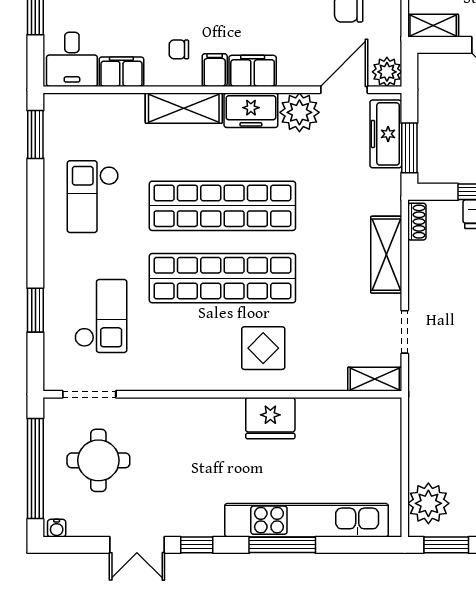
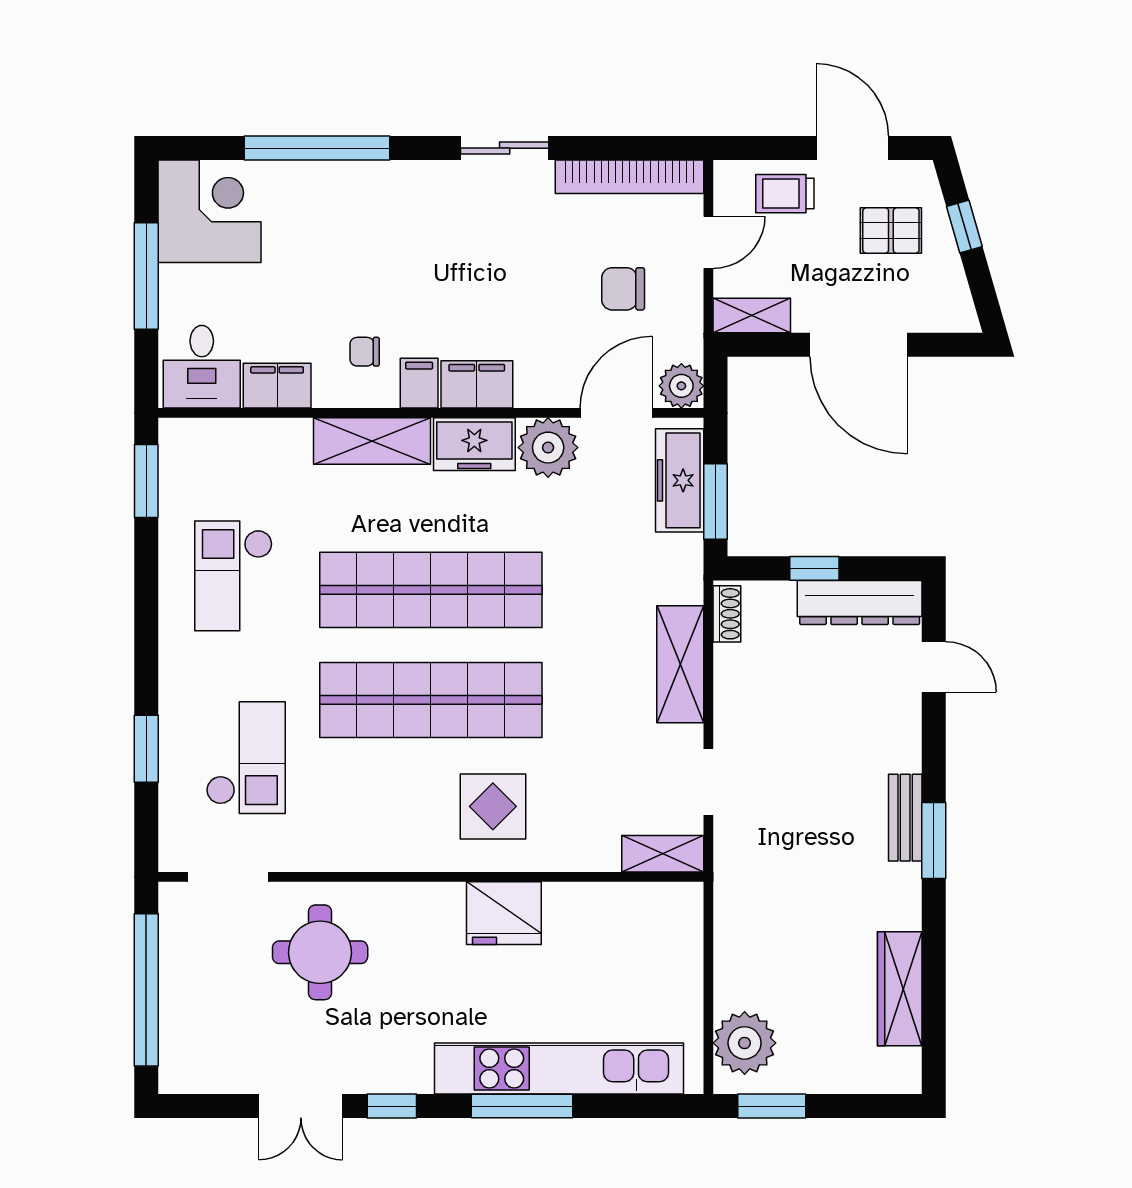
round table: (98, 460) -> (320, 952), moved
water cooler: (57, 528) -> (178, 1081), removed

